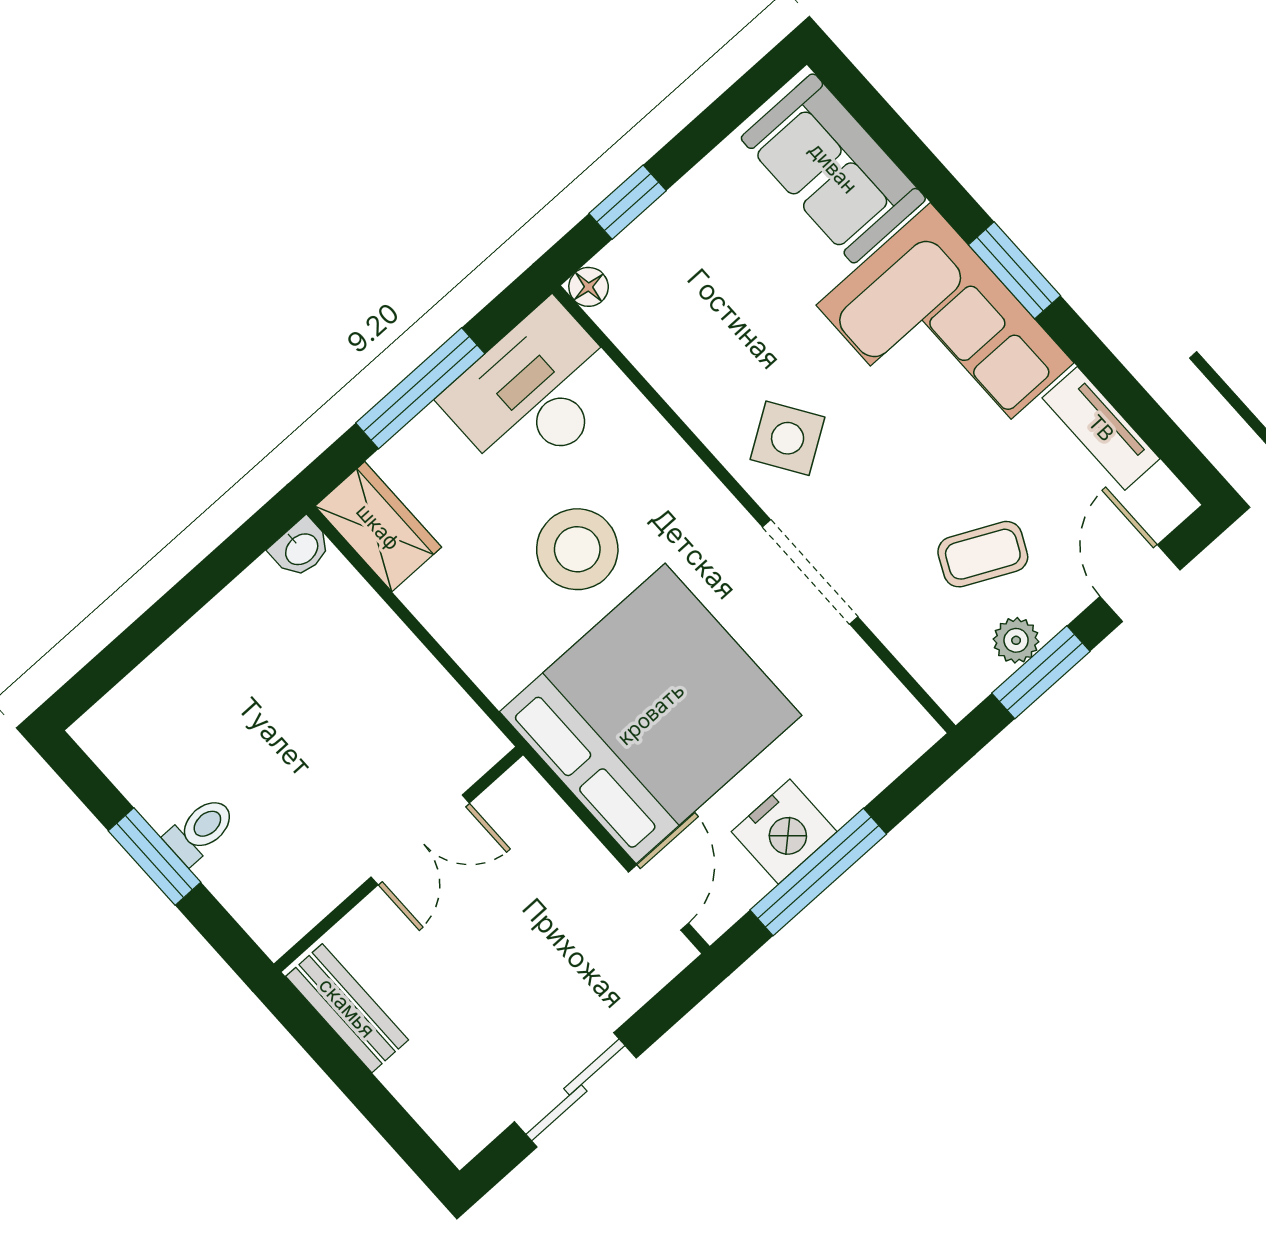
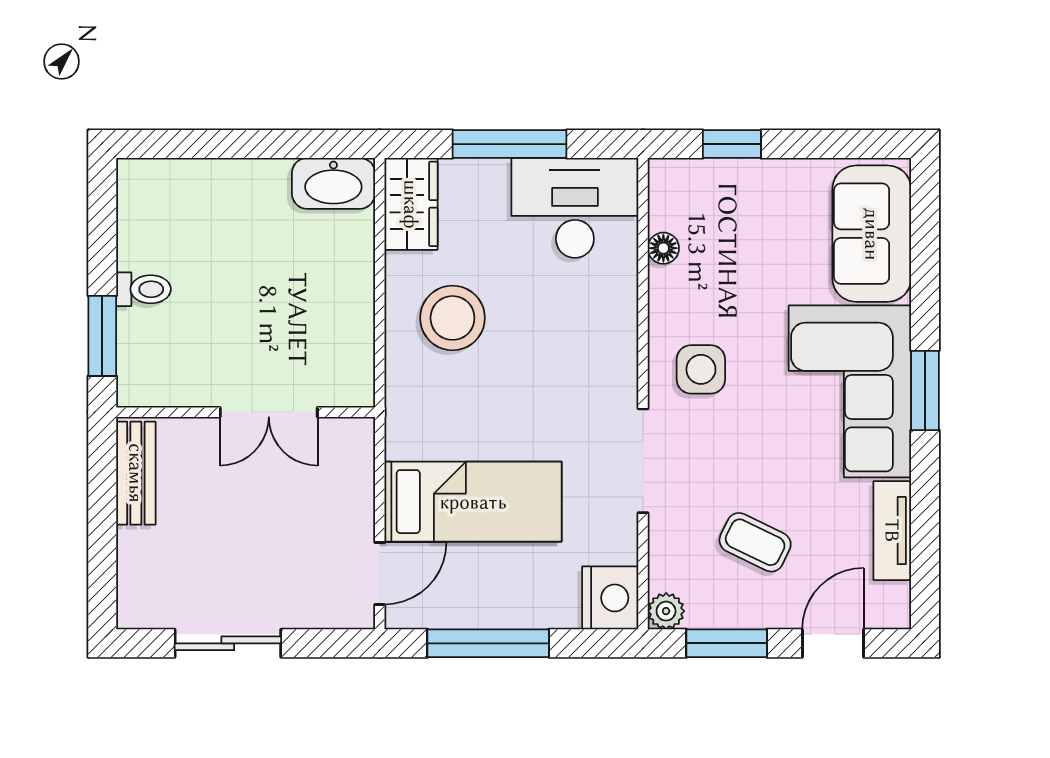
floor lamp: (589, 287) -> (663, 248), moved
side table: (788, 438) -> (701, 369), turned 33
washbasin: (301, 548) -> (333, 183), width x1.91, depth x1.45
stool: (577, 549) -> (452, 318), moved
plant: (1016, 640) -> (666, 611), moved
bed: (651, 714) -> (473, 502), width x0.49
nightstand: (784, 832) -> (610, 598), moved, turned -90
window: (154, 856) -> (102, 336), moved

